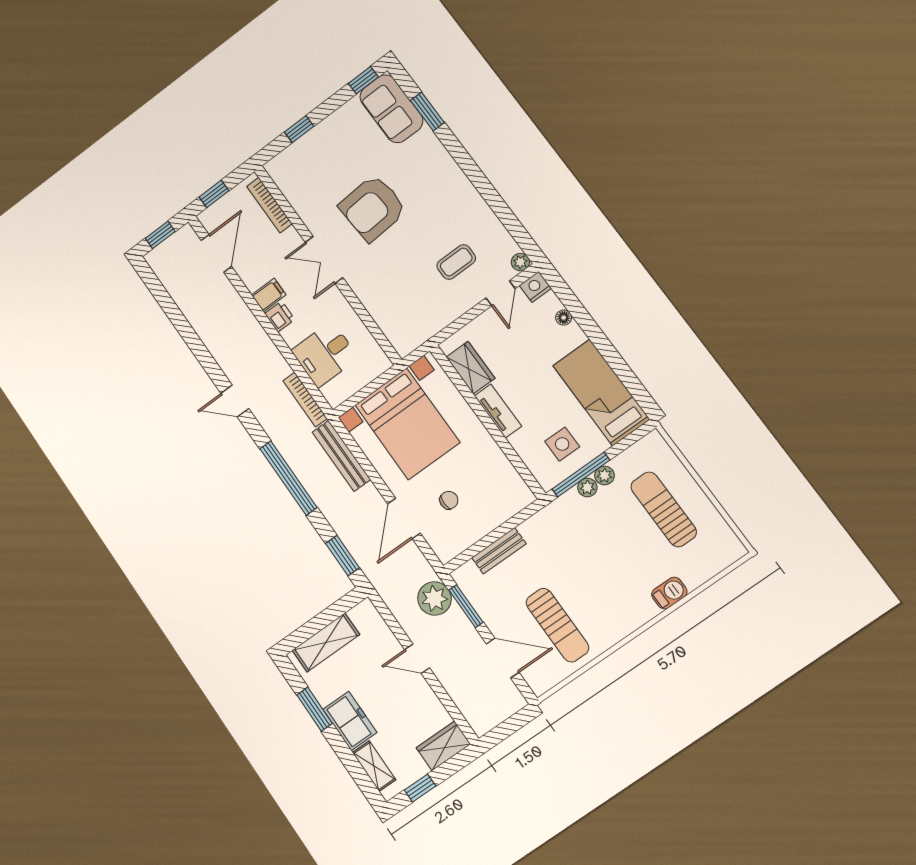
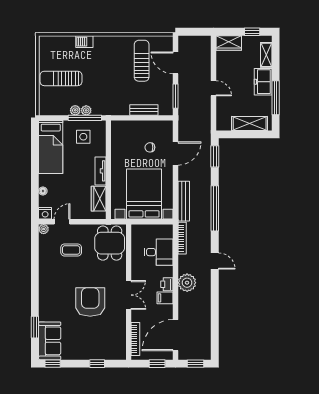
armchair: (373, 208) -> (90, 302), turned -86
door: (216, 253) -> (176, 335), width x1.36
dining table: (406, 314) -> (110, 243), added
sun lounger: (664, 509) -> (61, 78), turned 90
plant: (435, 598) -> (187, 283), moved
window: (315, 709) -> (276, 98), width x1.44

